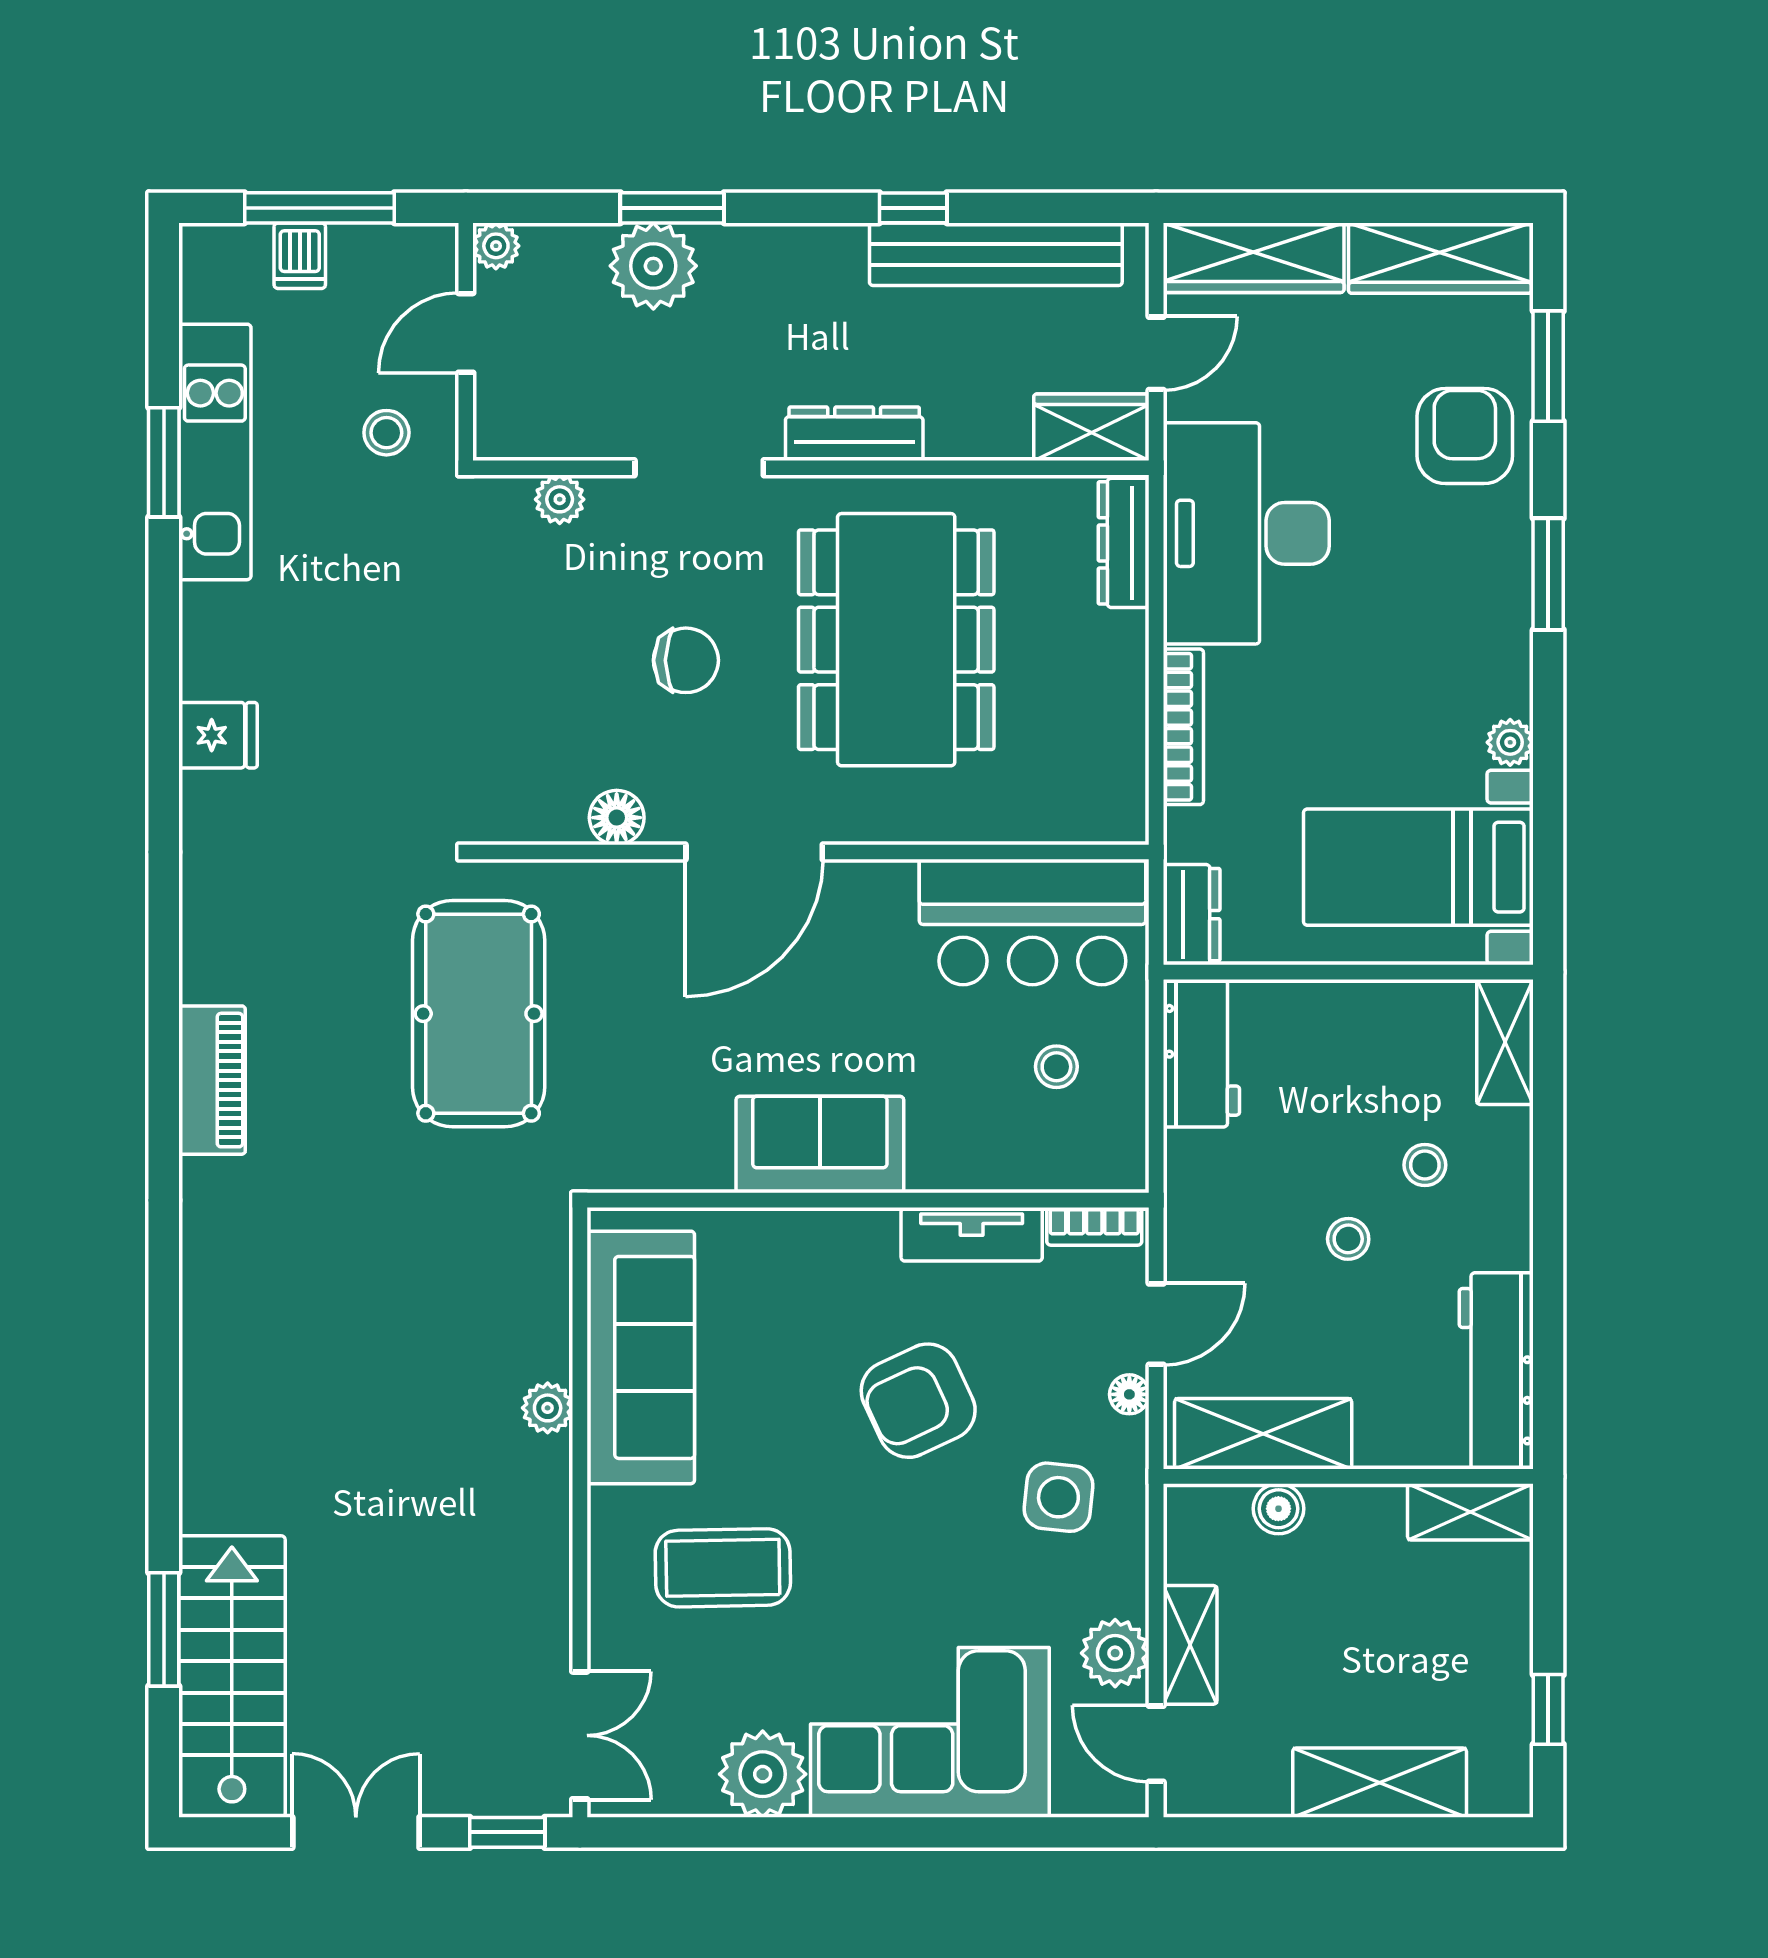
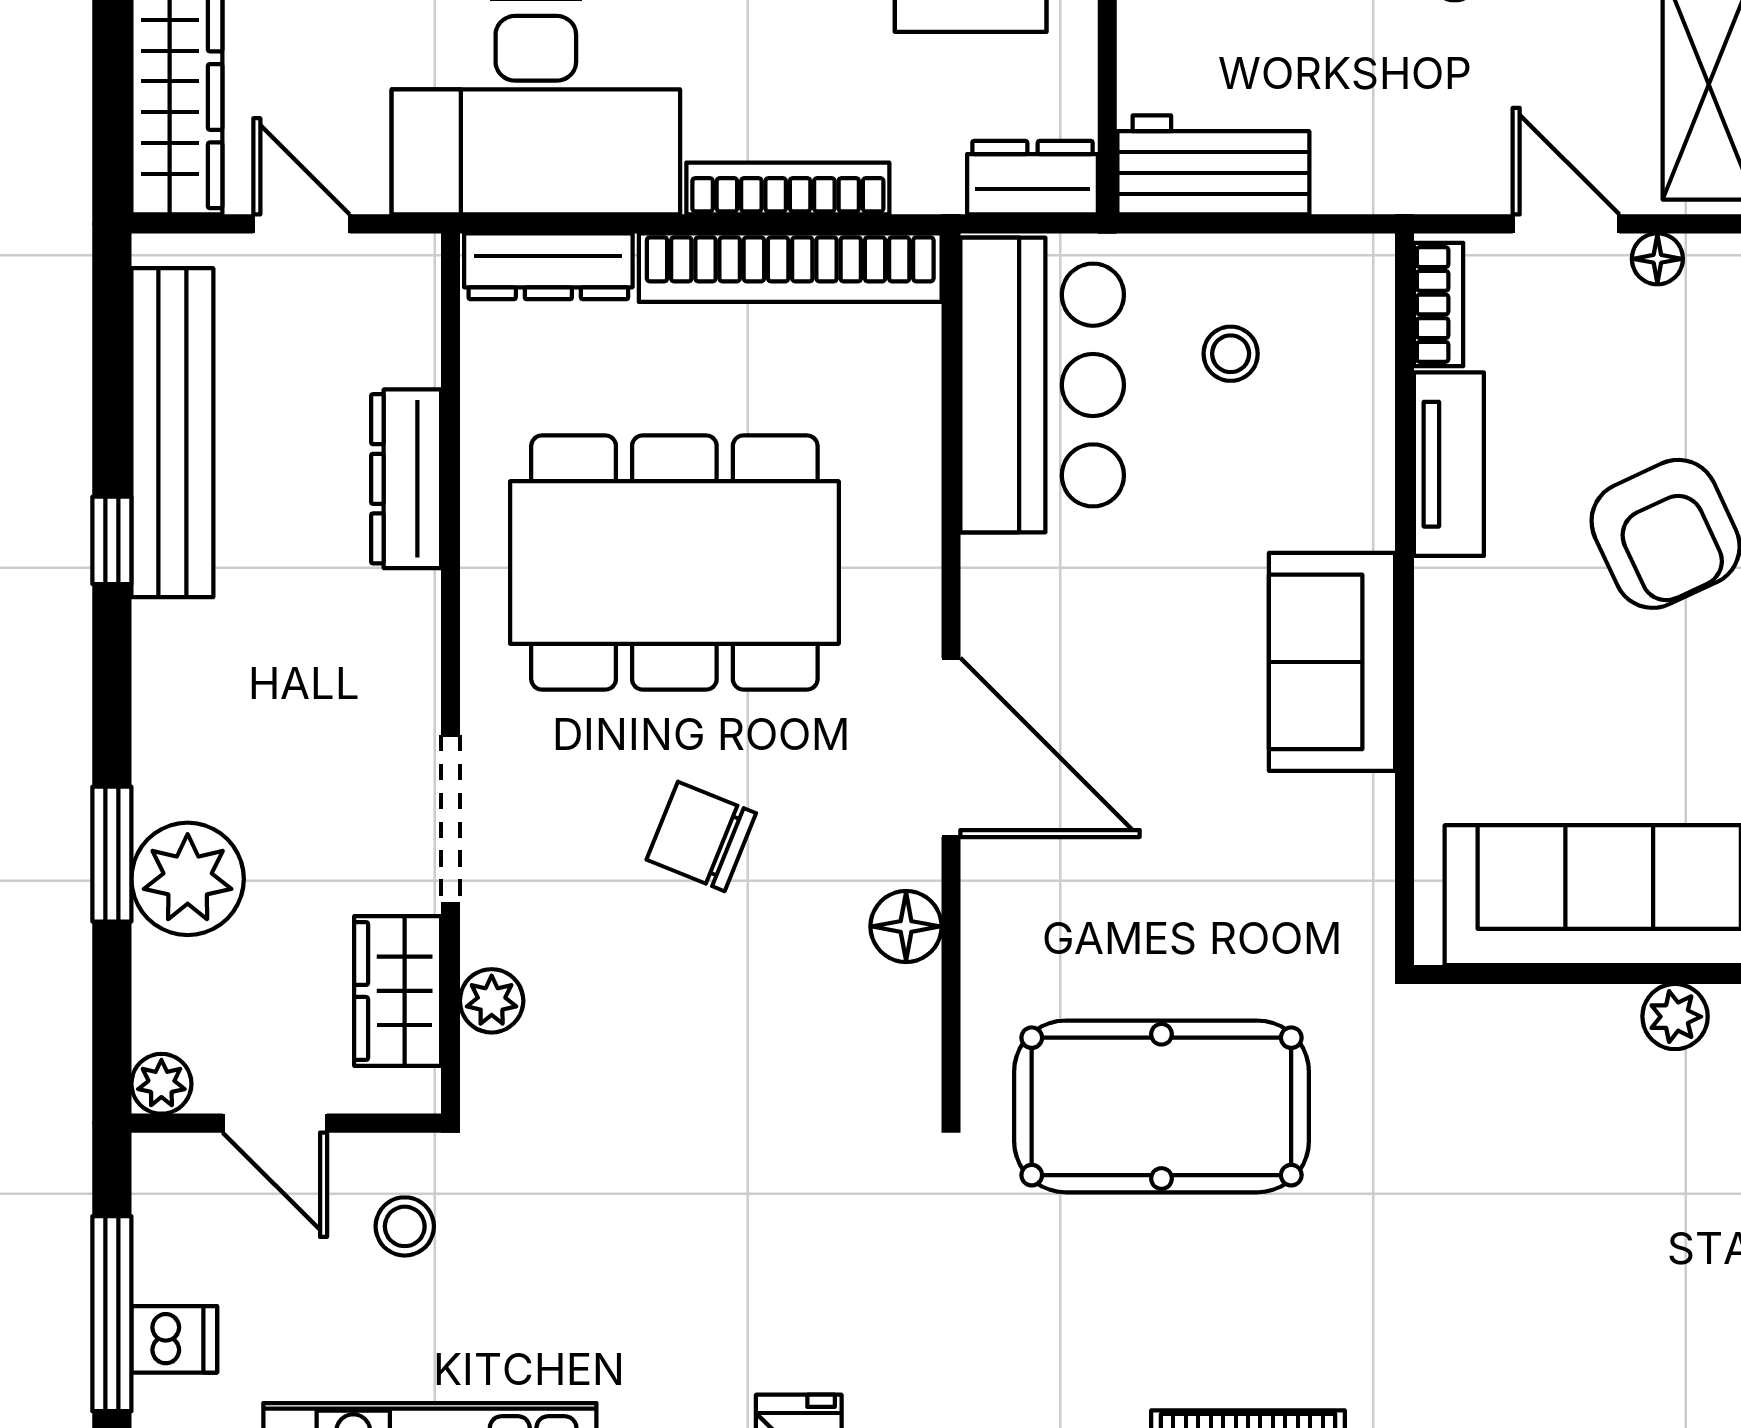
wardrobe: (1091, 427) -> (398, 991), moved
dresser: (854, 434) -> (406, 479), moved
chair: (686, 660) -> (701, 836), turned -68
bookcase: (1123, 729) -> (790, 268), added

